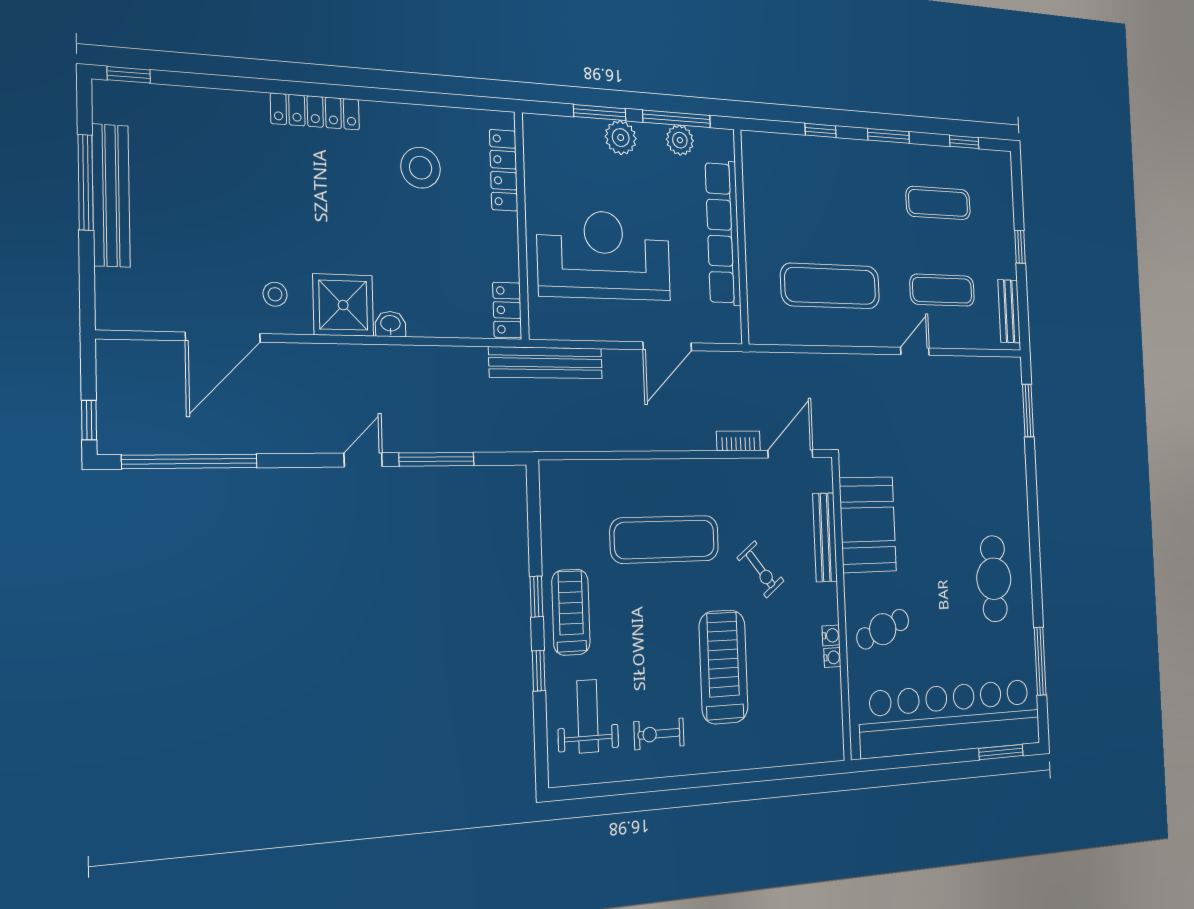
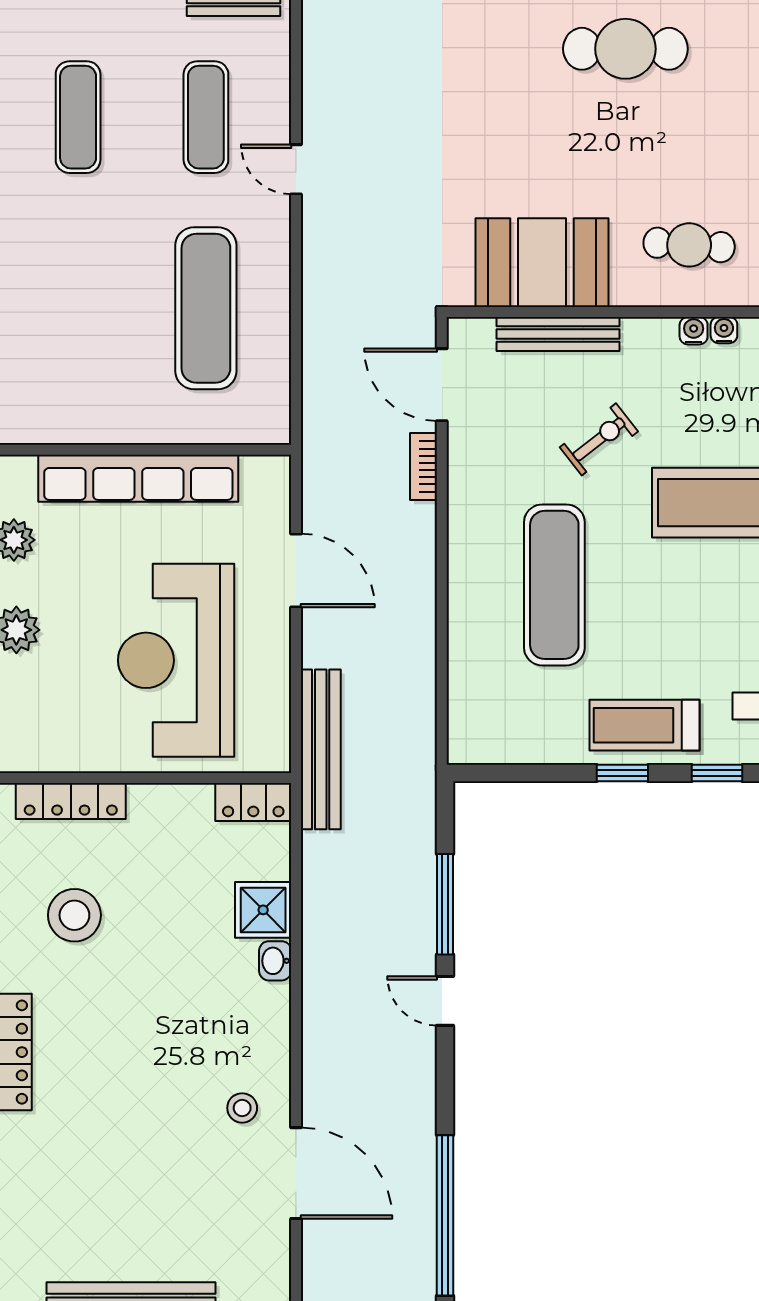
shower: (343, 305) -> (263, 910), moved, width x0.73, depth x0.73
cafe table: (883, 629) -> (689, 245), turned -65

